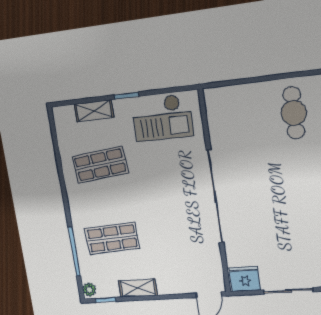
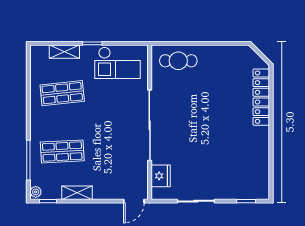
cafe table: (294, 113) -> (178, 61), moved, turned 90
fridge: (245, 279) -> (161, 176), moved, turned 90

